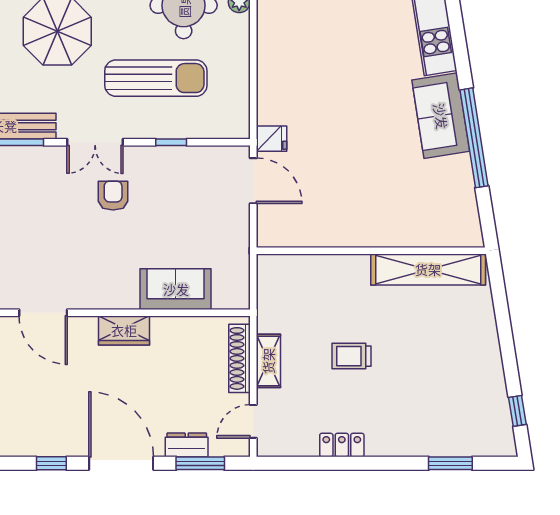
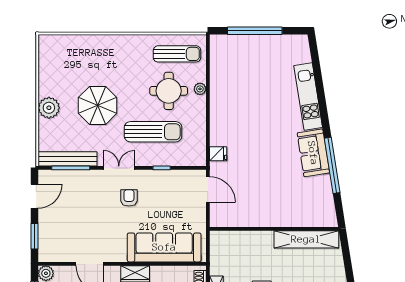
fridge: (271, 139) -> (218, 154), moved
double door: (95, 142) -> (119, 168), swing flipped
sofa: (176, 289) -> (164, 247), width x1.85, depth x1.27

